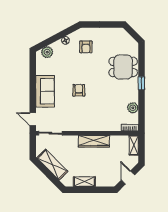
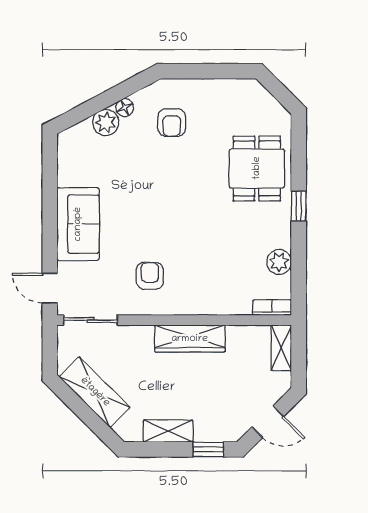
plant: (47, 52) -> (106, 122), moved
dining table: (123, 67) -> (257, 168), turned 90
armchair: (79, 90) -> (150, 276), moved
door: (128, 178) -> (268, 422), swing flipped
window: (102, 190) -> (208, 449), added

